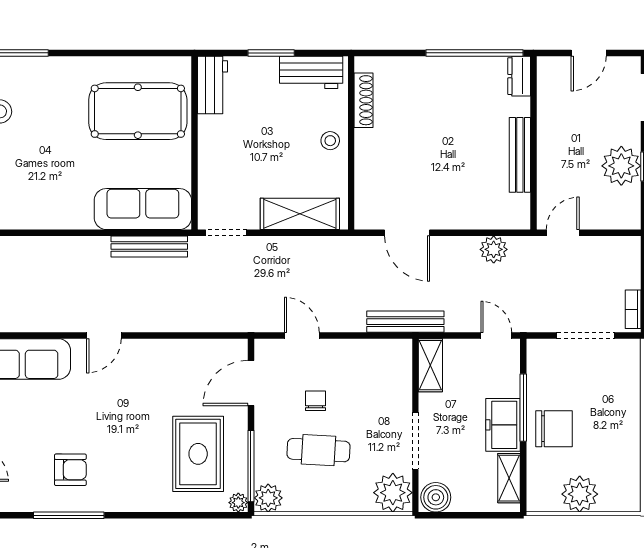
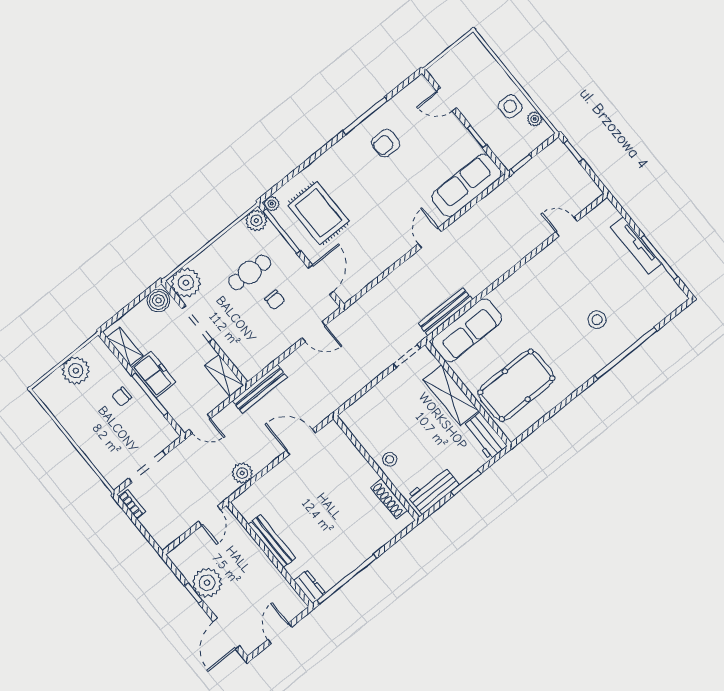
shelving: (300, 214) -> (451, 395), moved, turned 90
chair: (554, 429) -> (122, 397), width x0.54, depth x0.54

